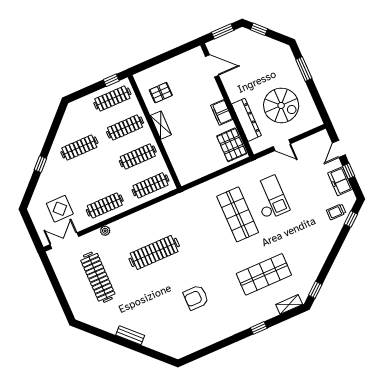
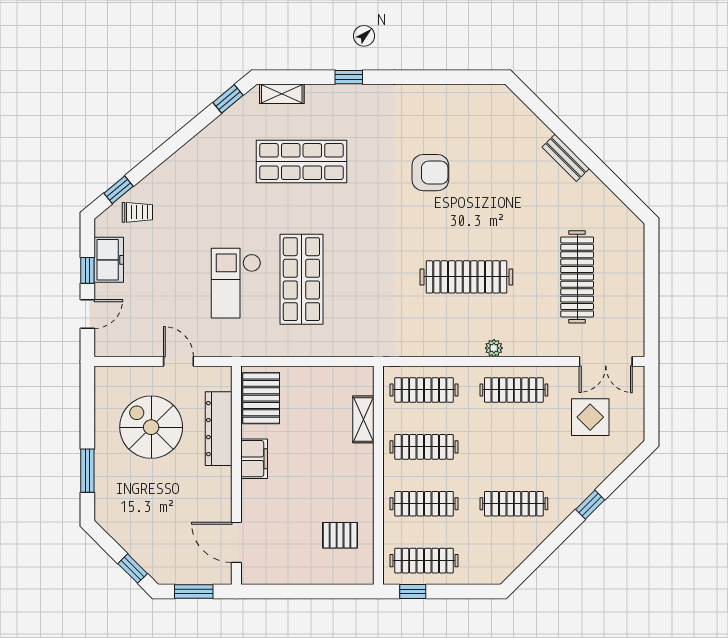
shelving: (161, 125) -> (363, 419), moved
plant: (105, 231) -> (494, 348), moved

